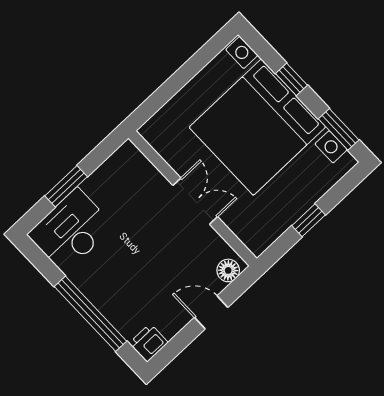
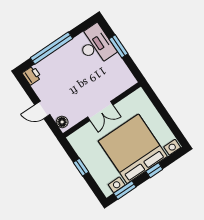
door: (211, 312) -> (42, 110), swing flipped

